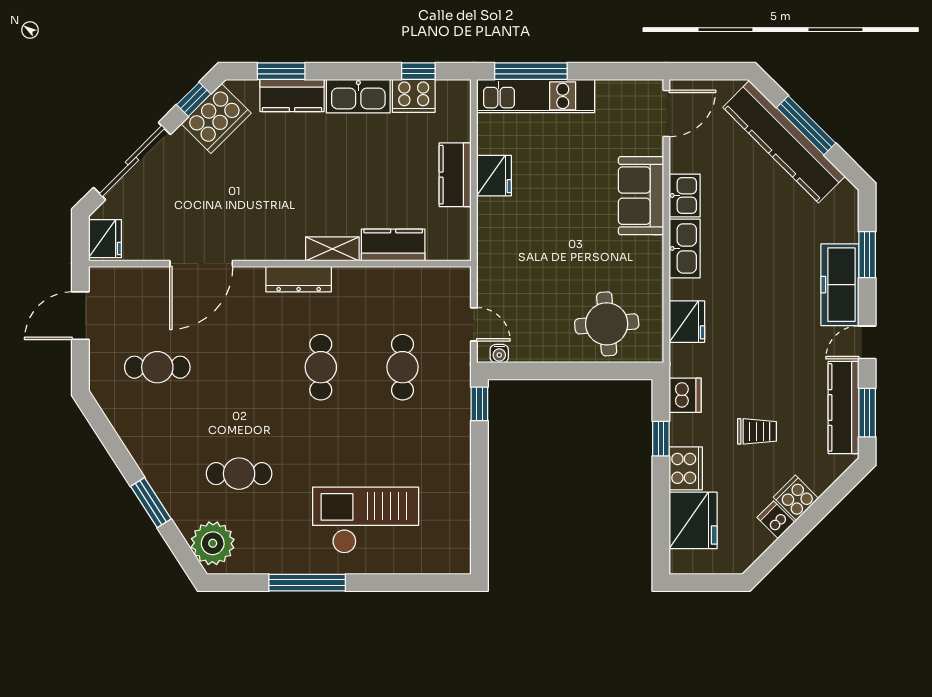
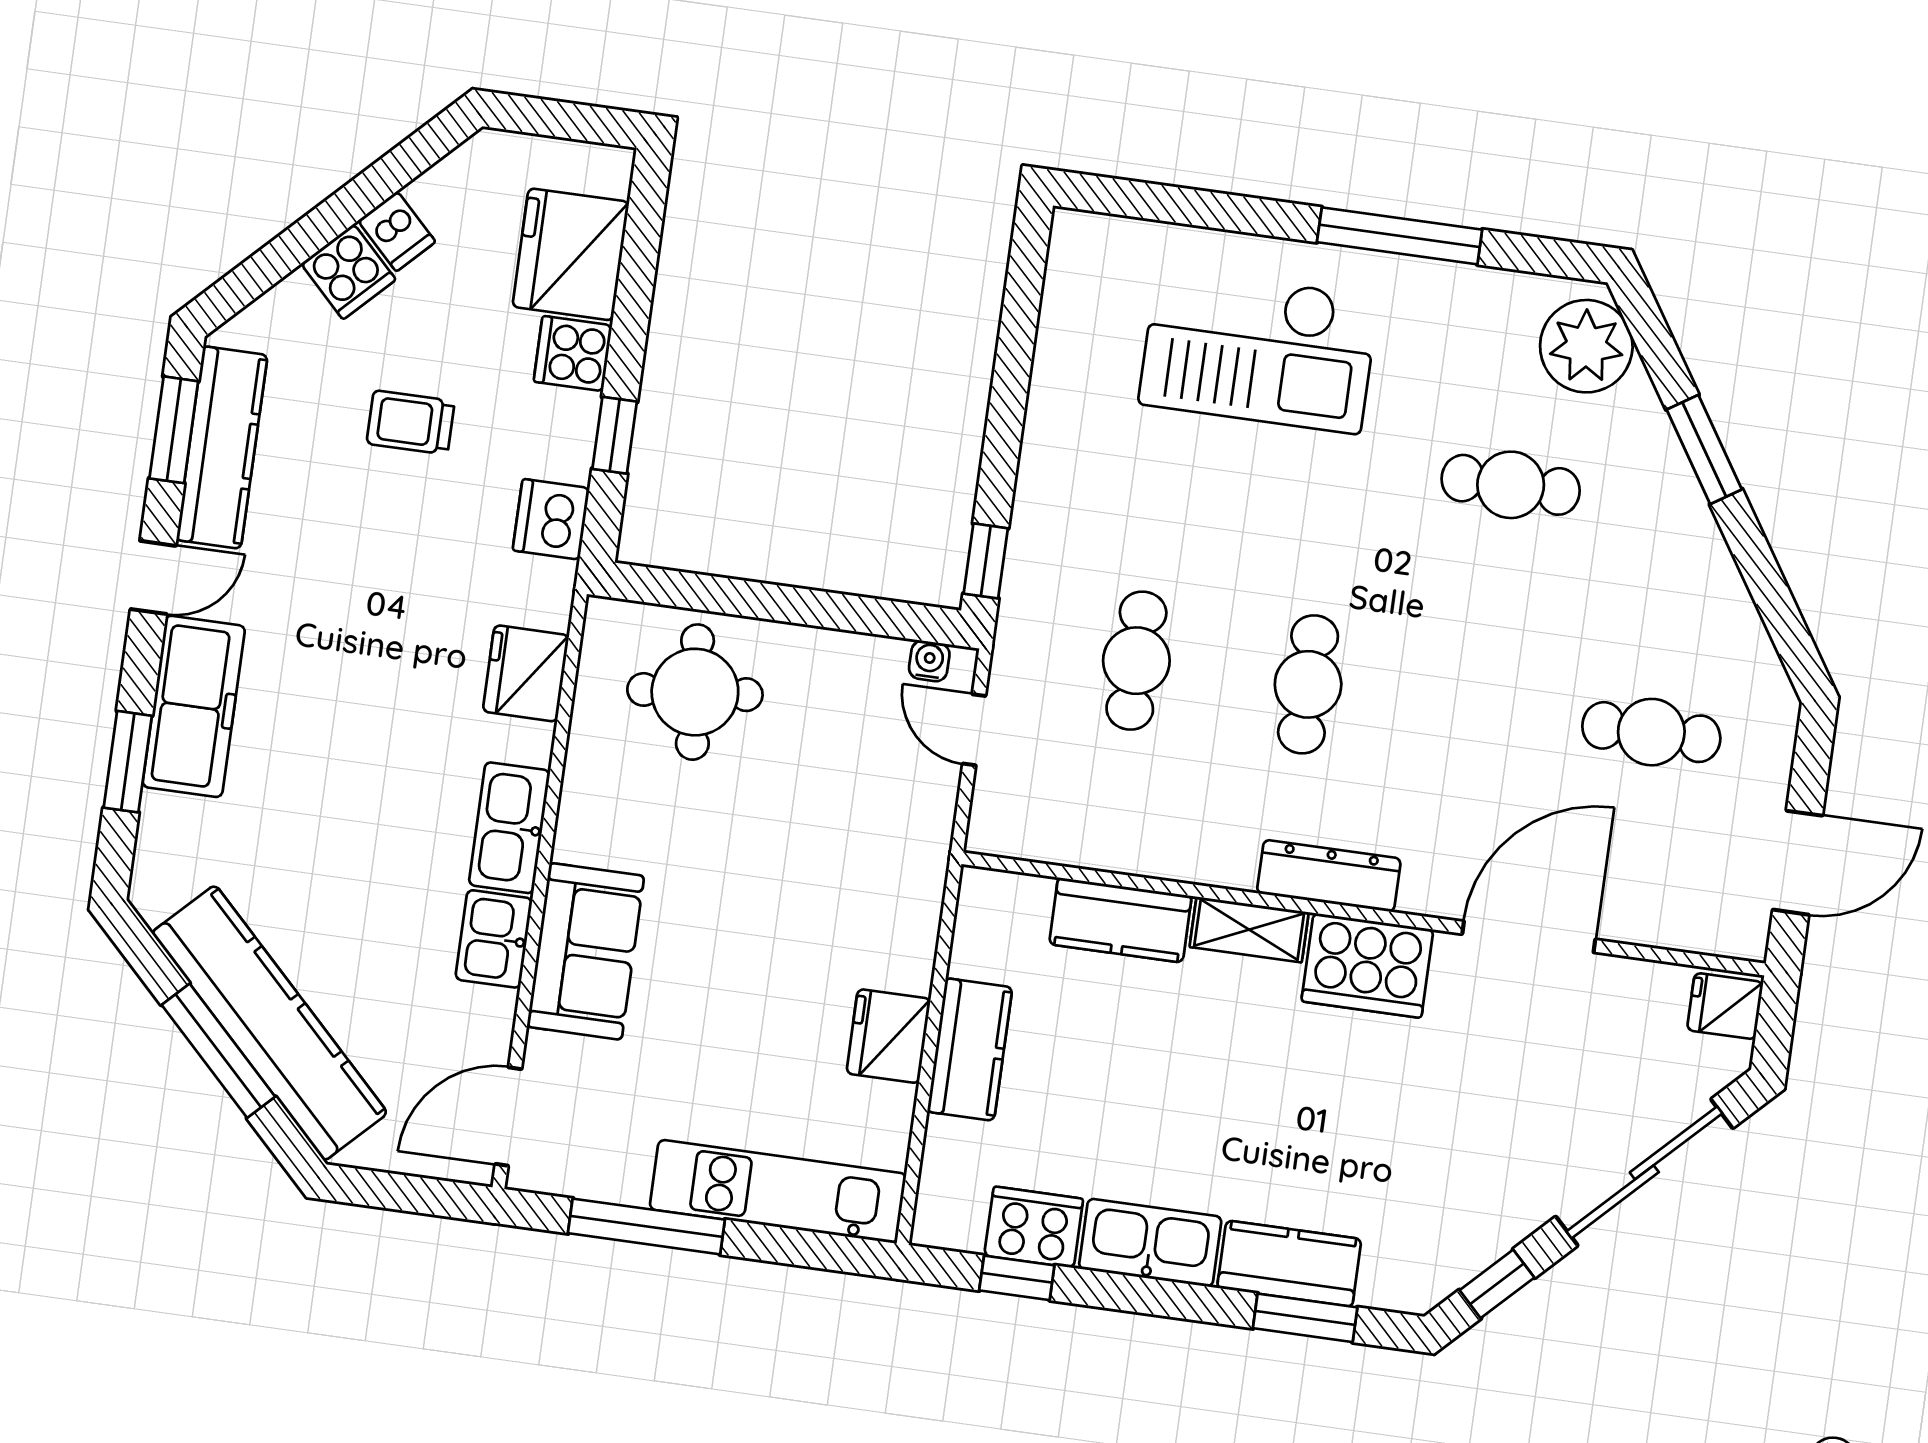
window: (531, 71) -> (646, 1226), moved
cooker: (216, 118) -> (1367, 965), moved, turned -135
fridge: (105, 239) -> (1725, 1006), width x0.72
cooker: (686, 468) -> (573, 354), width x0.73

